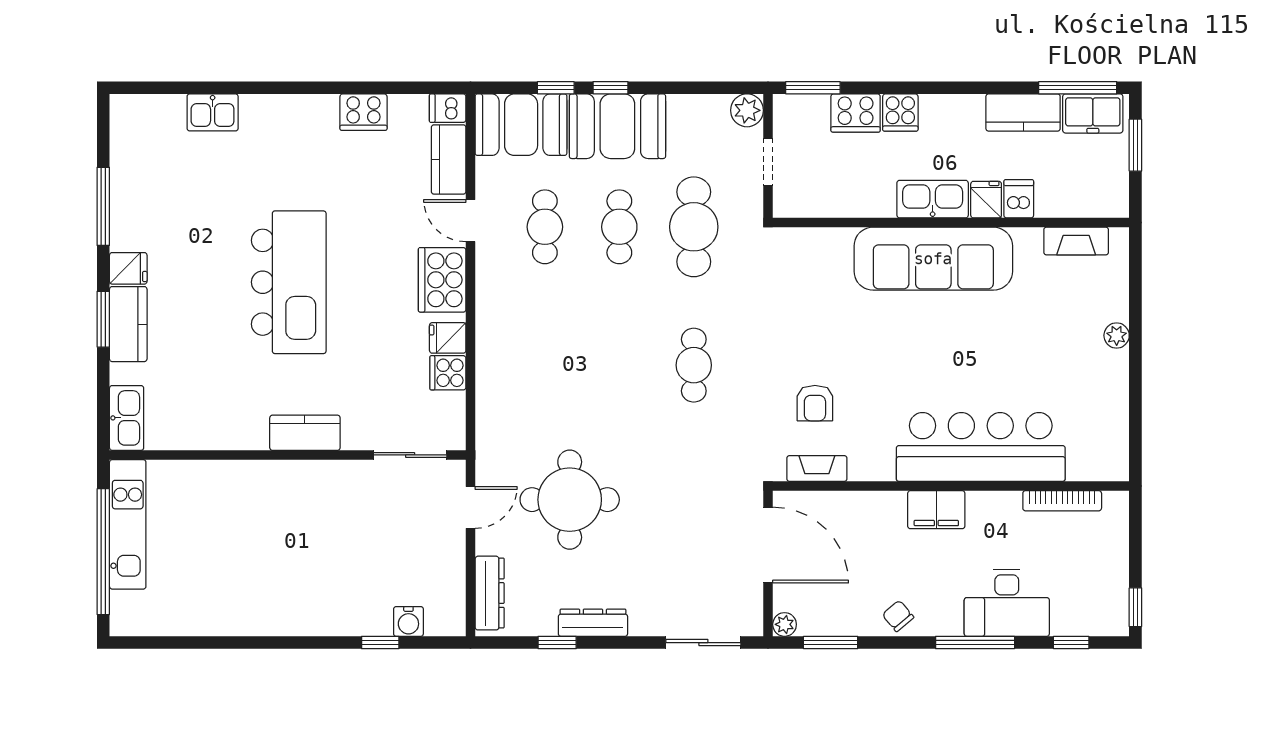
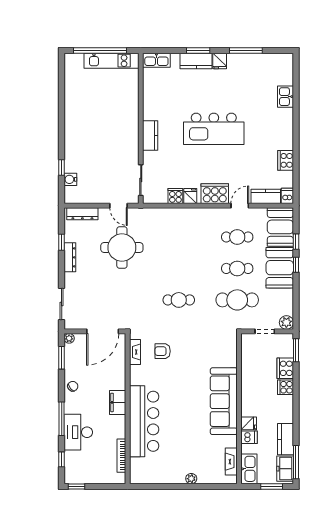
kitchen sink: (933, 199) -> (249, 469), moved

